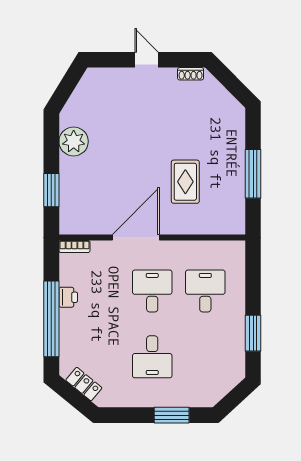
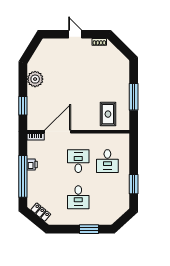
rug: (185, 182) -> (108, 114), moved
door: (136, 237) -> (58, 132), moved
desk: (205, 291) -> (107, 161), turned 180

